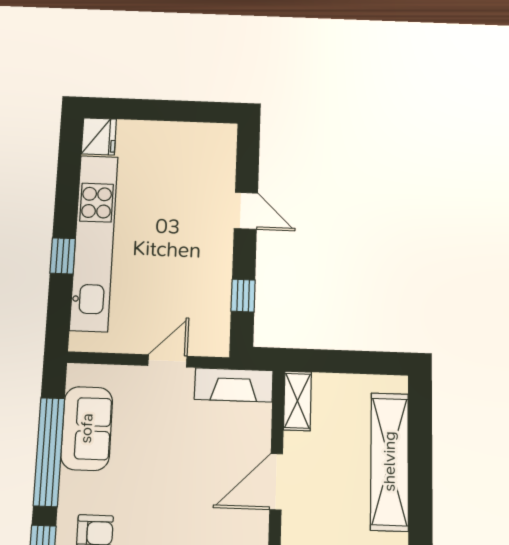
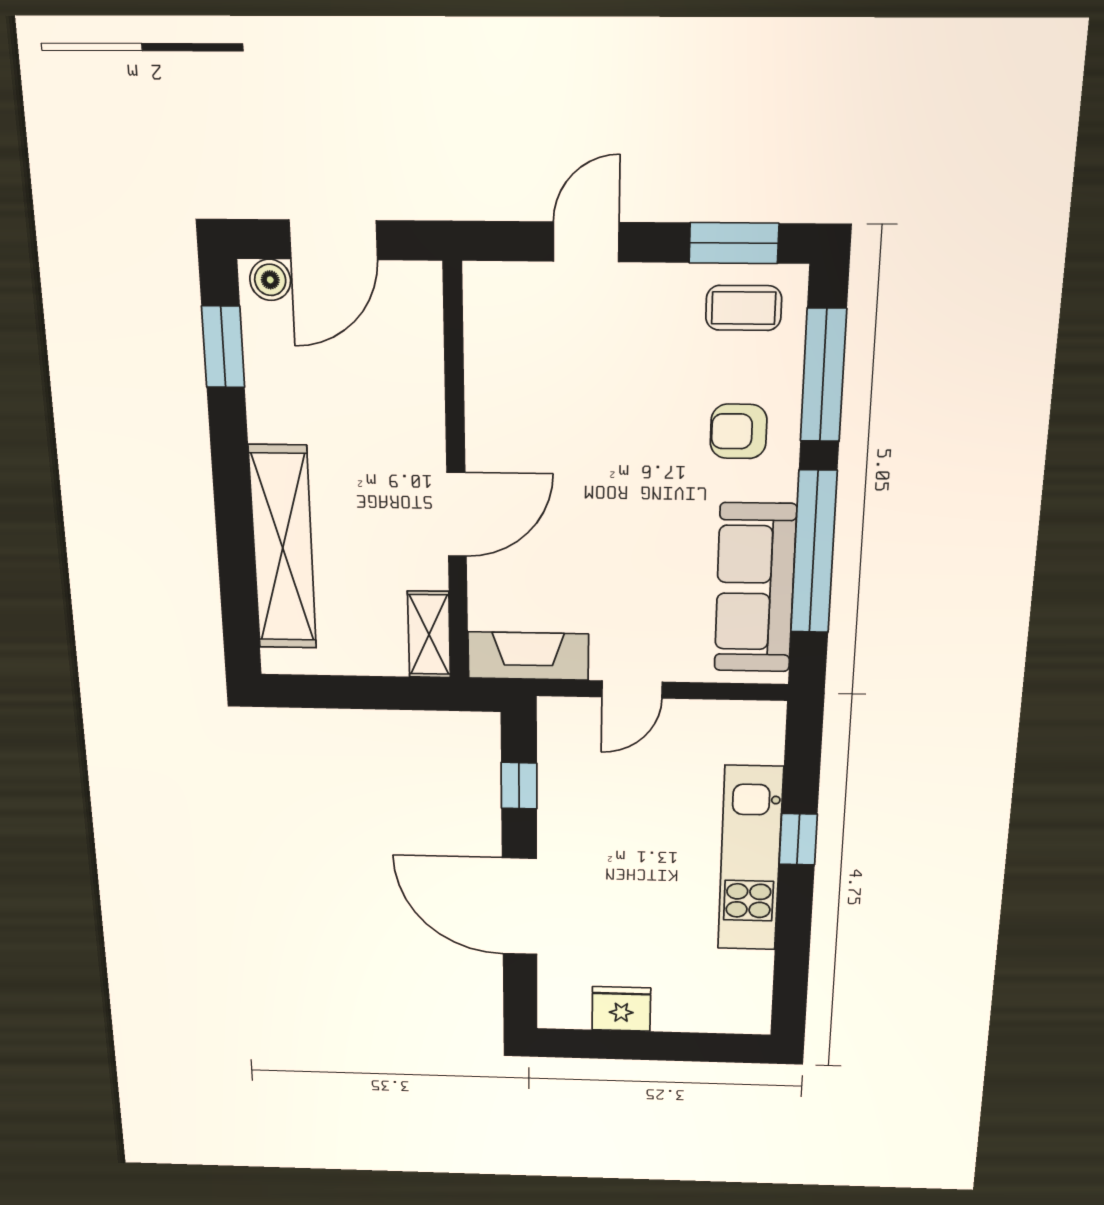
fridge: (99, 136) -> (621, 1009), moved, turned 90
door: (246, 211) -> (520, 906), width x1.87
kitchen unit: (94, 243) -> (750, 859), width x0.73
sofa: (87, 428) -> (755, 588), width x1.36

